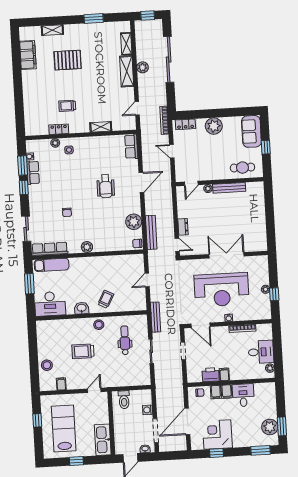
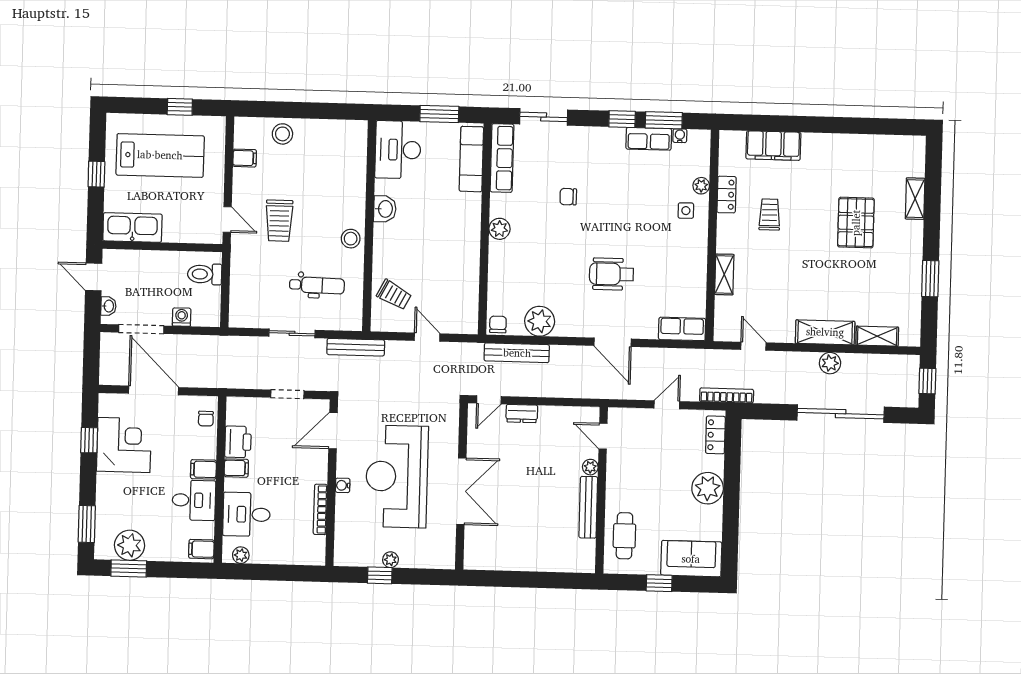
filing cabinet: (28, 55) -> (773, 146), moved
trolley: (106, 299) -> (394, 295), moved
trolley: (83, 351) -> (279, 221), moved, turned 180
desk: (261, 352) -> (247, 514), moved, turned 90
filing cabinet: (216, 392) -> (201, 549), moved

